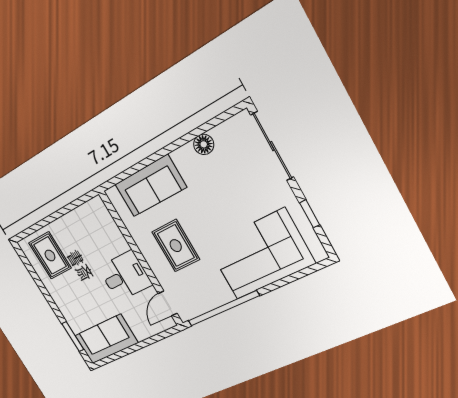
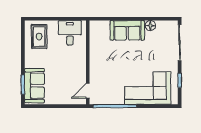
sofa: (150, 186) -> (127, 30), moved
rug: (176, 246) -> (110, 64), removed
desk: (125, 276) -> (70, 33), moved, turned -90
sofa: (106, 339) -> (34, 86), moved, turned 90

